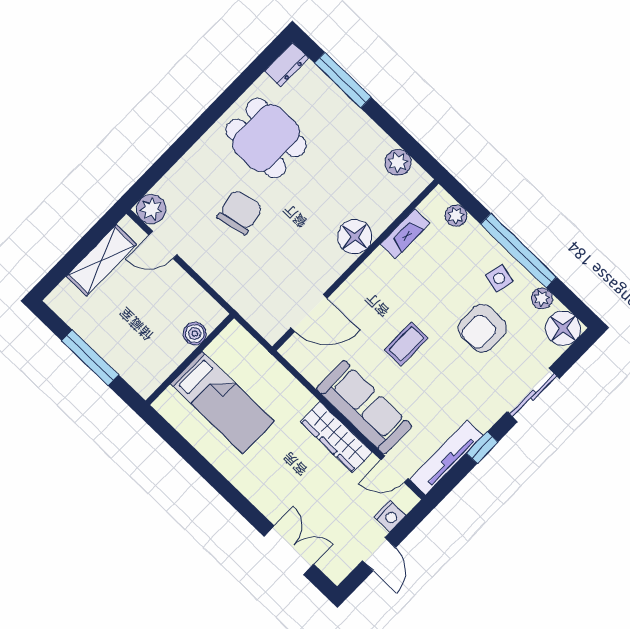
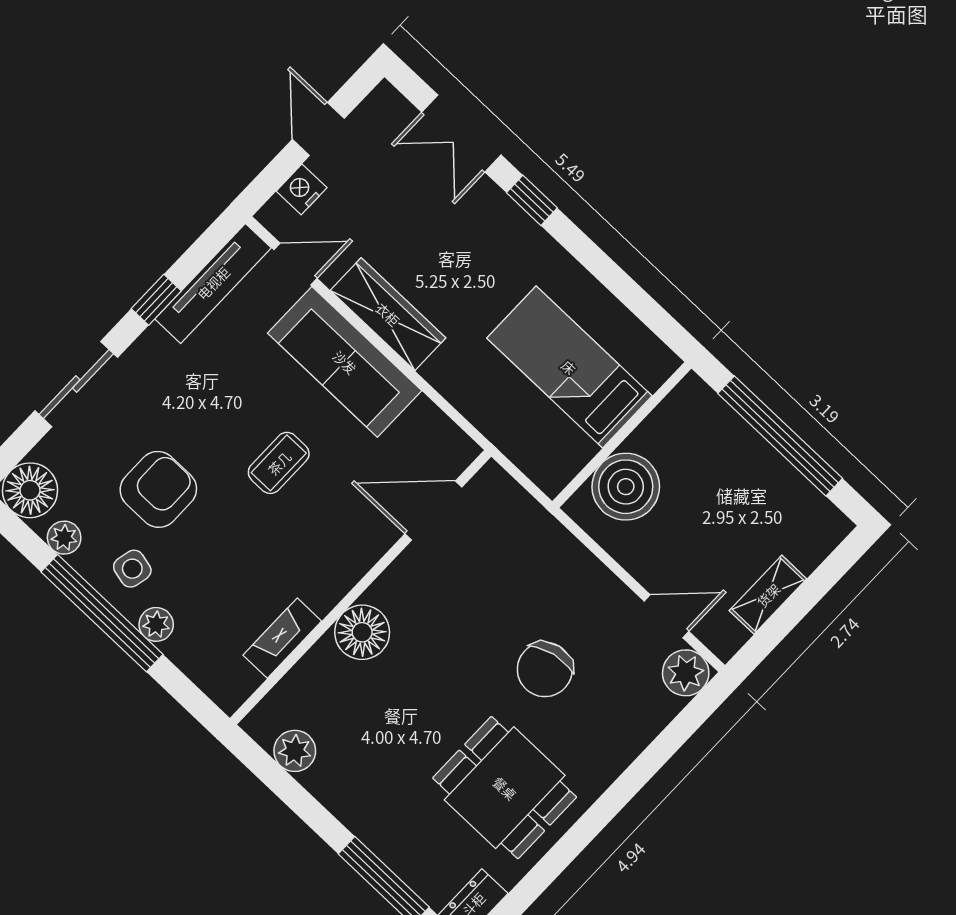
plant: (456, 216) -> (156, 624), moved
shelving: (101, 260) -> (768, 595), width x0.67, depth x0.75
boiler: (195, 334) -> (626, 487), width x1.86, depth x1.86
window: (90, 358) -> (780, 436), width x1.46
window: (245, 508) -> (532, 200), added

